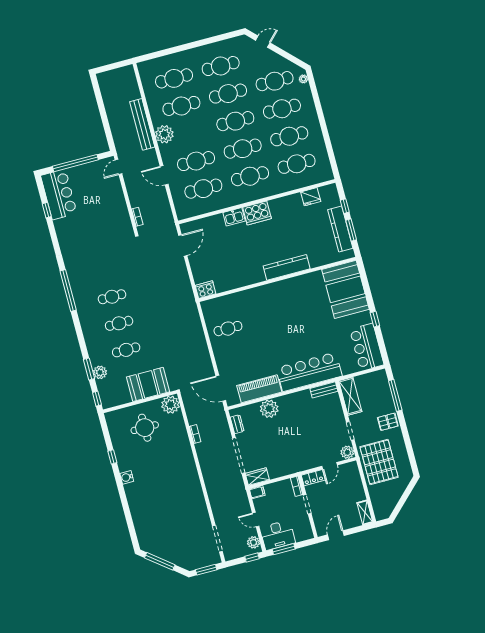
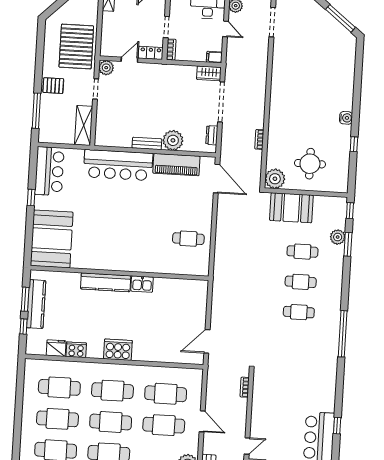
kitchen sink: (234, 217) -> (142, 284), moved, turned 180
cooker: (205, 290) -> (76, 350), moved, turned 180
bench: (324, 390) -> (147, 143), moved

